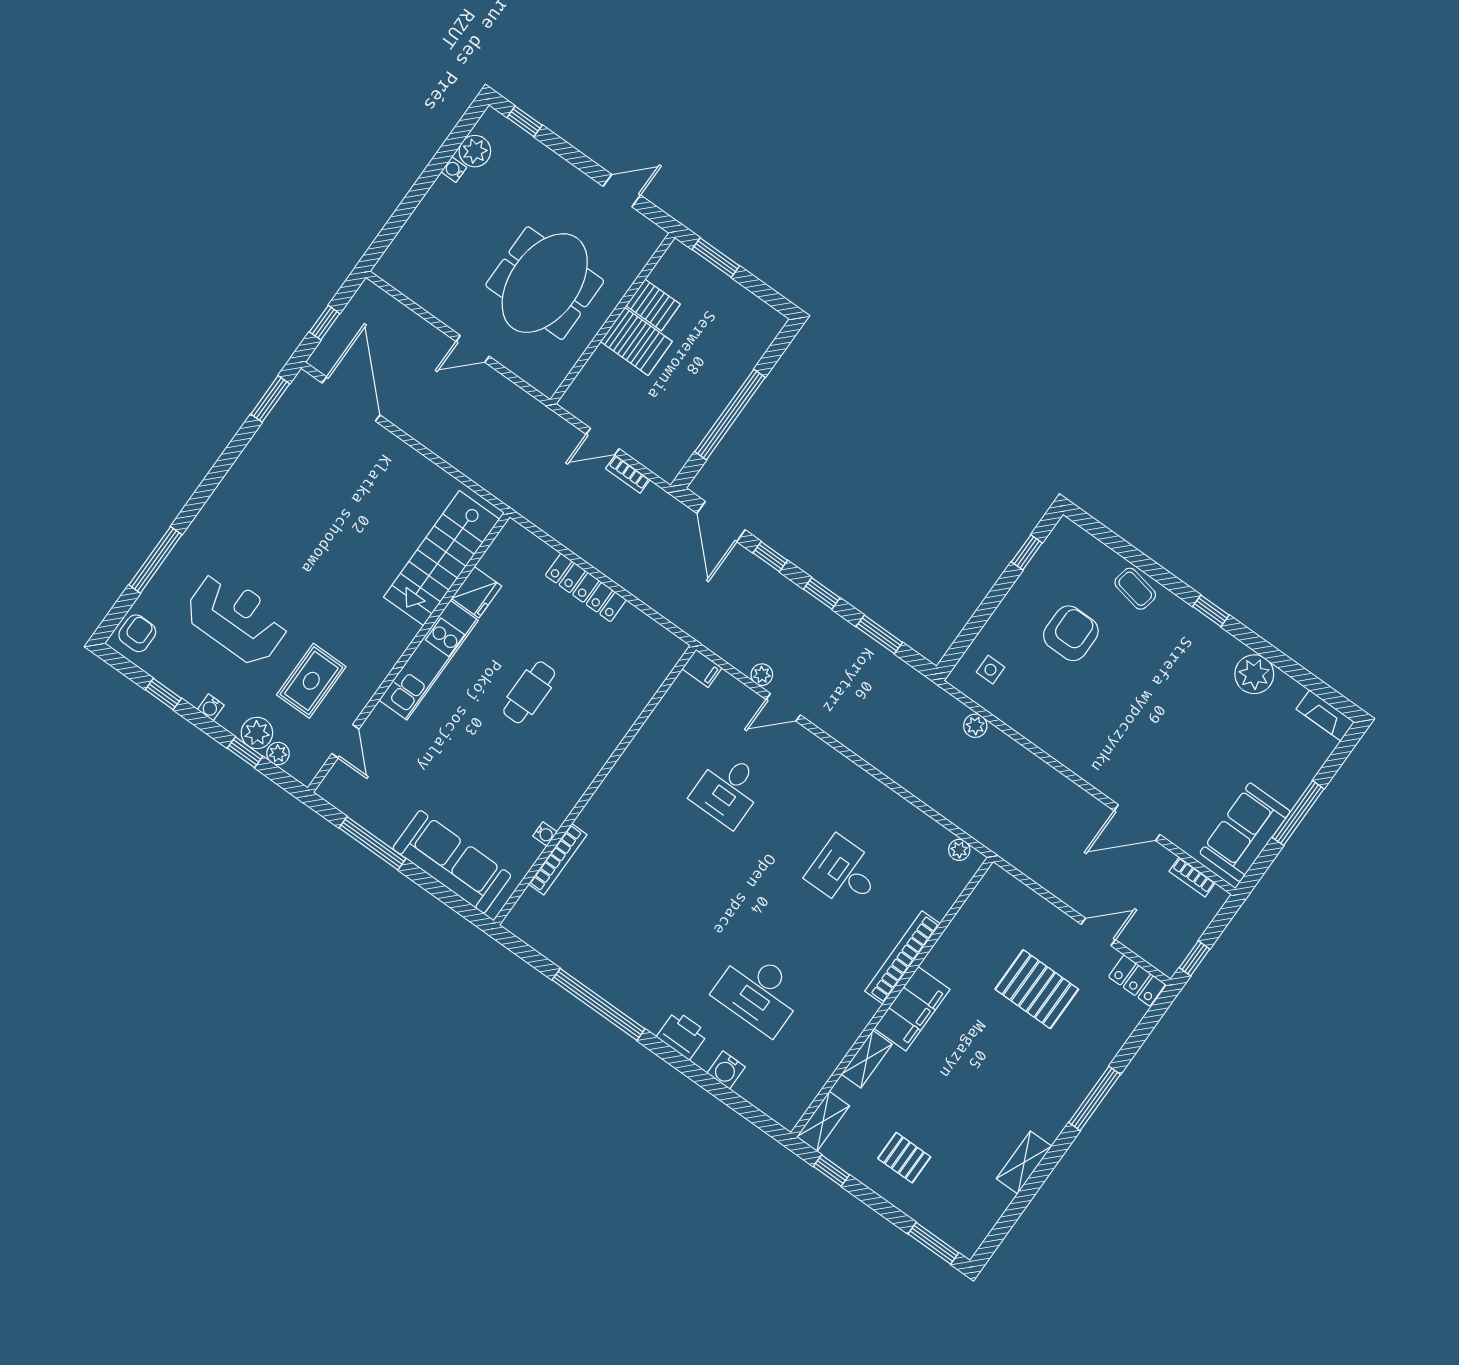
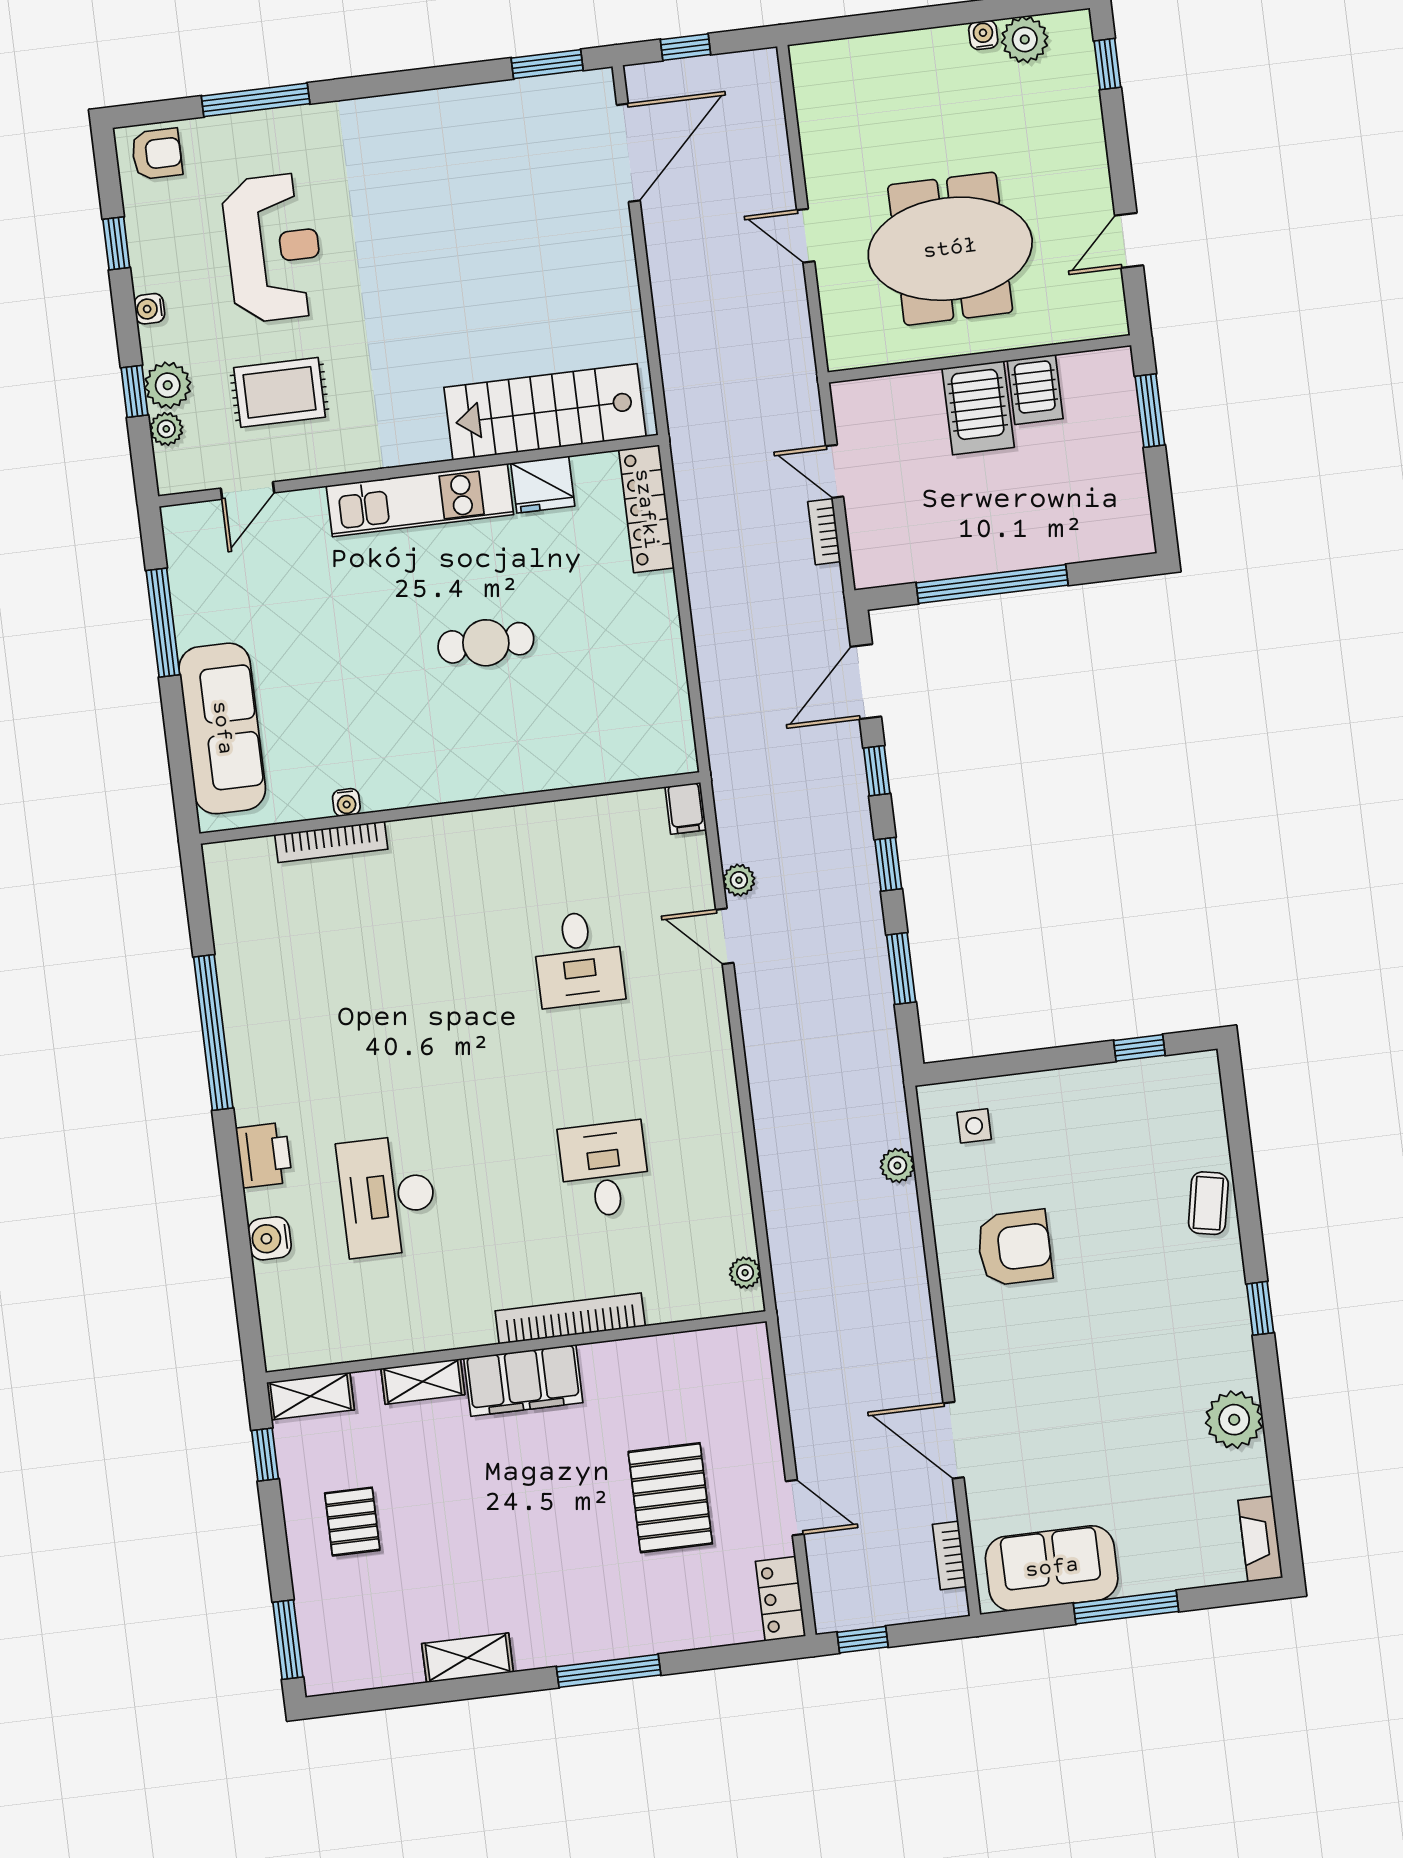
door: (622, 191) -> (1129, 240), swing flipped
locker: (586, 588) -> (646, 509), moved
armchair: (1071, 633) -> (1014, 1248), moved
desk: (728, 790) -> (579, 959), turned -90

